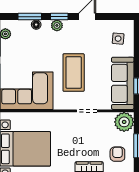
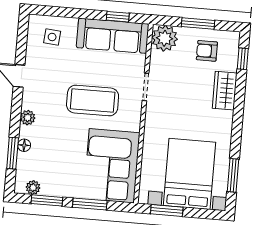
window: (59, 17) -> (16, 113), removed

